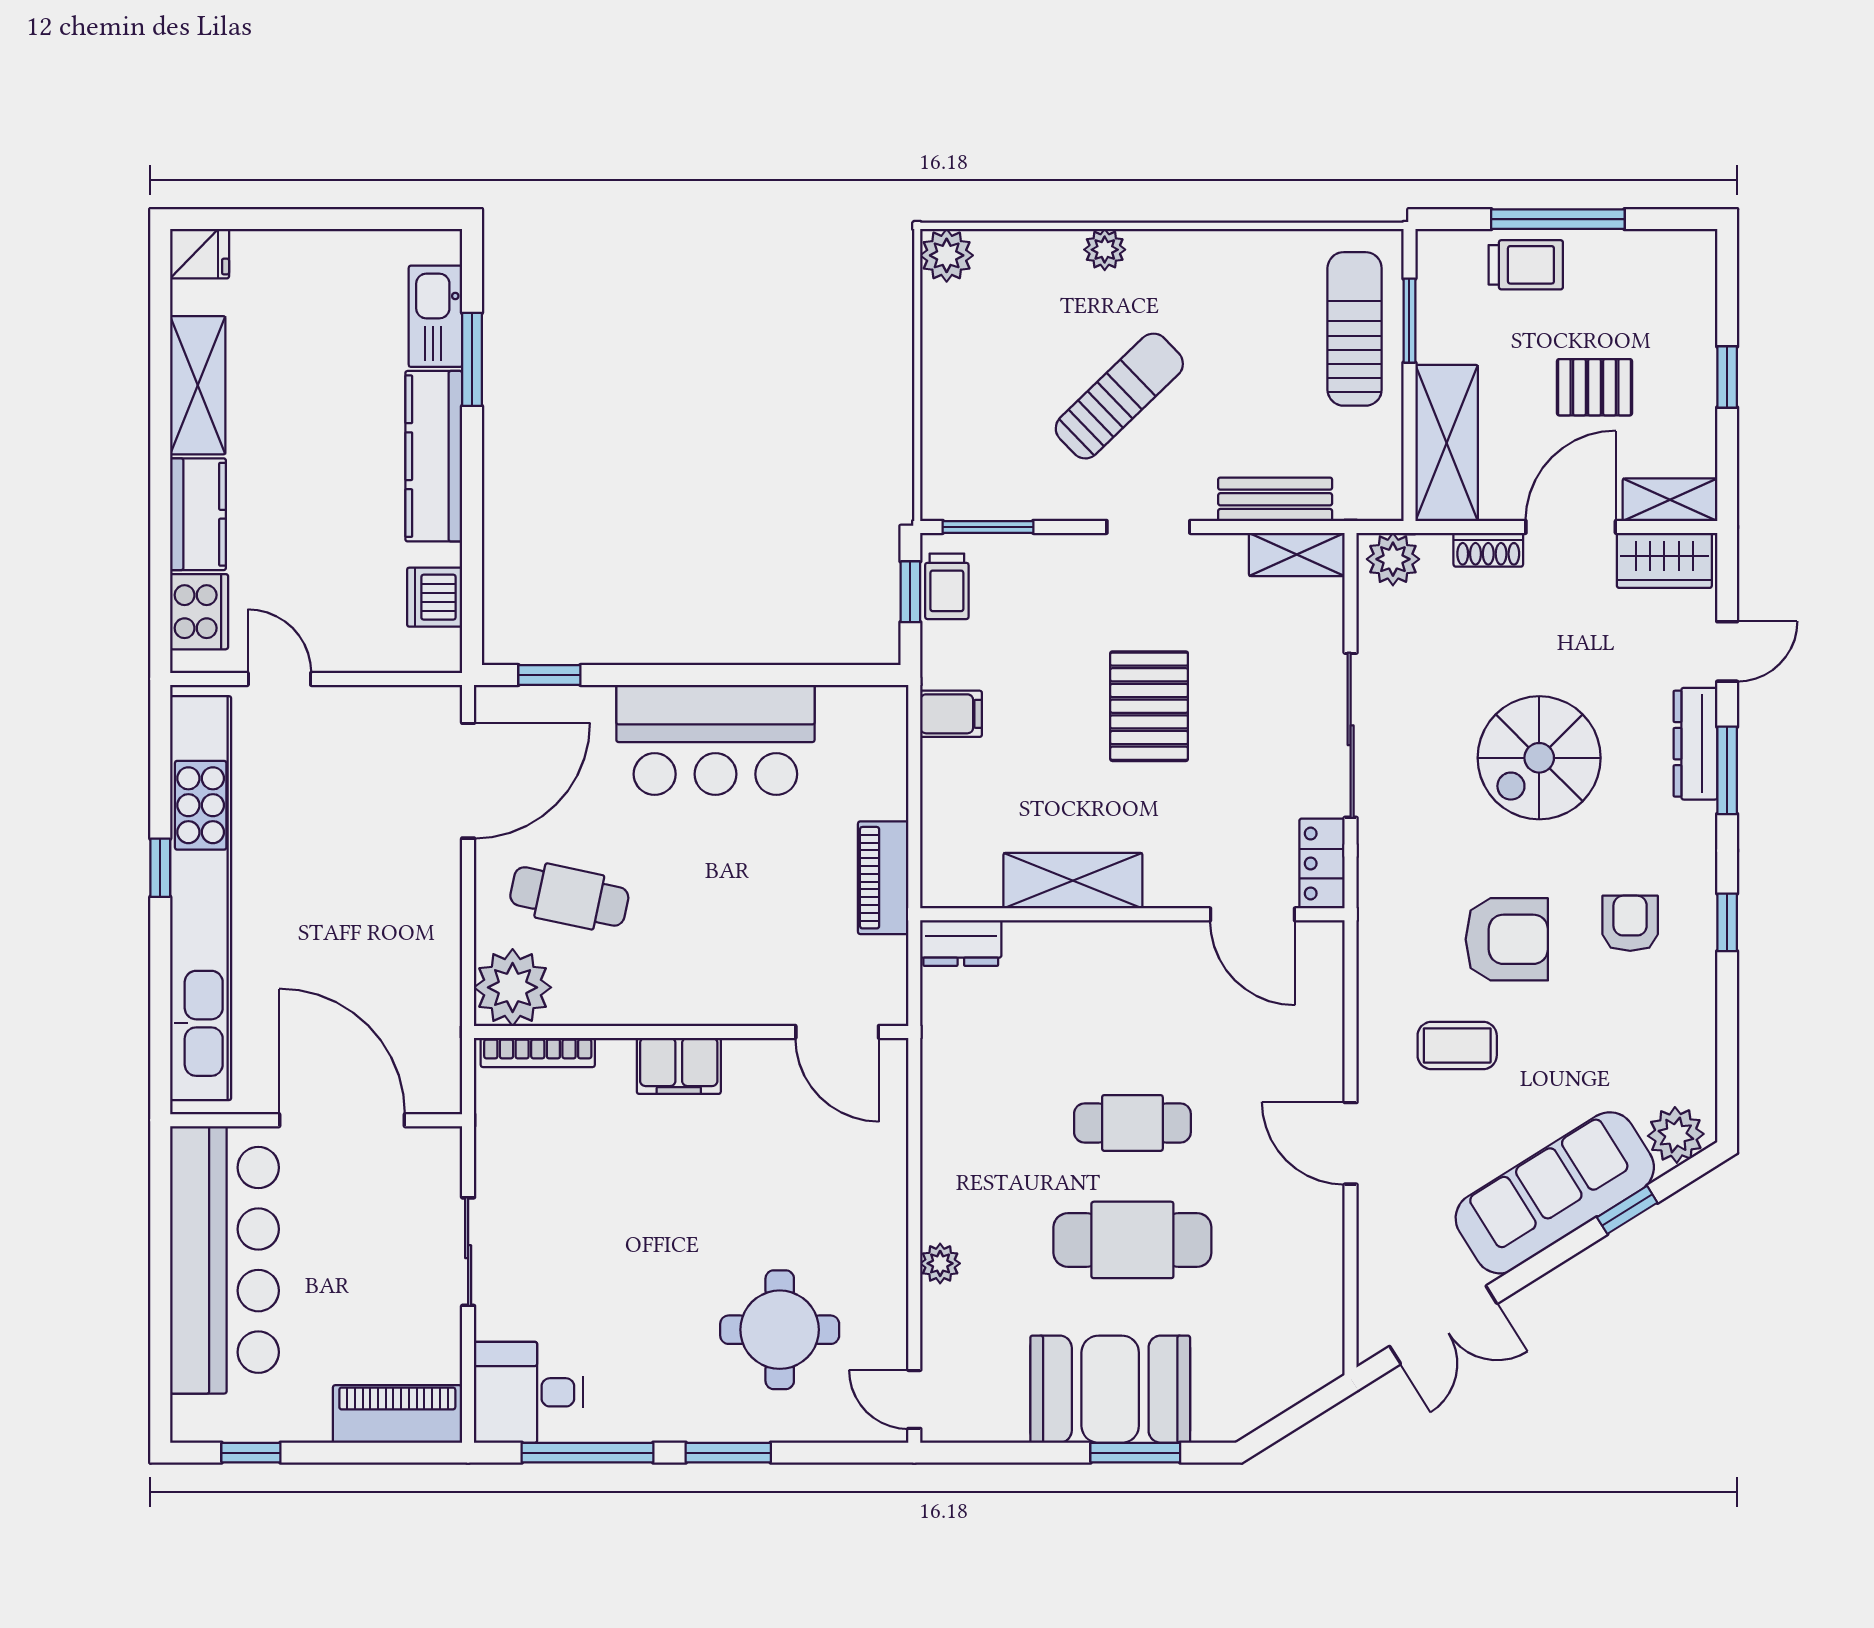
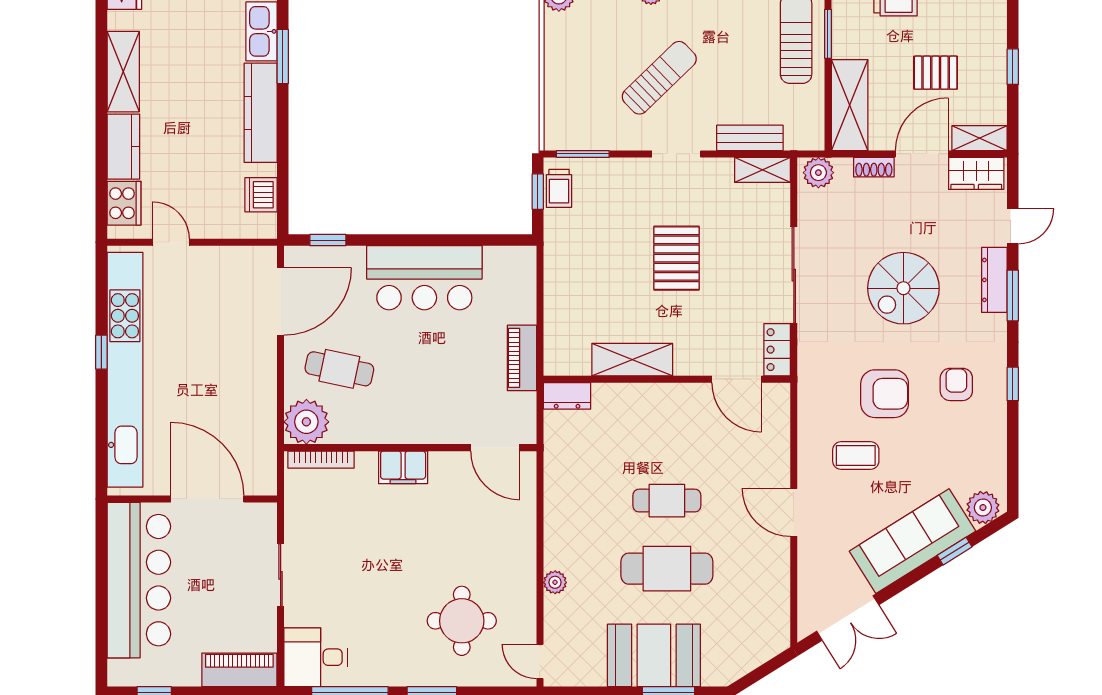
filing cabinet: (951, 714) -> (561, 263), removed

